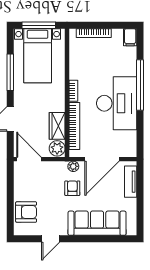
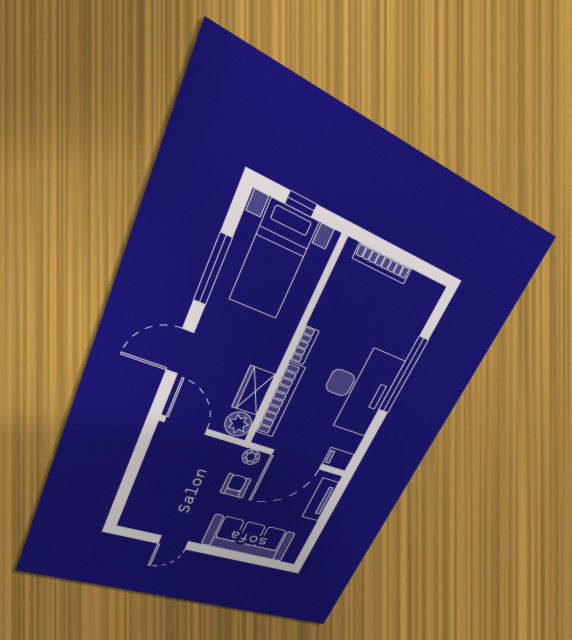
window: (39, 25) -> (301, 204), width x0.46
filing cabinet: (130, 37) -> (338, 459), moved, turned 90
armchair: (26, 212) -> (150, 499), removed

